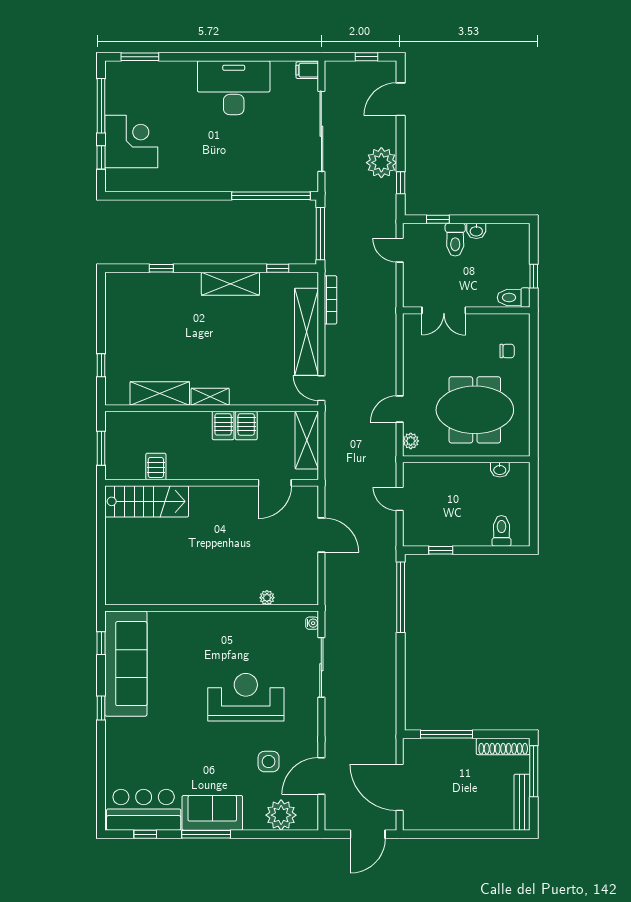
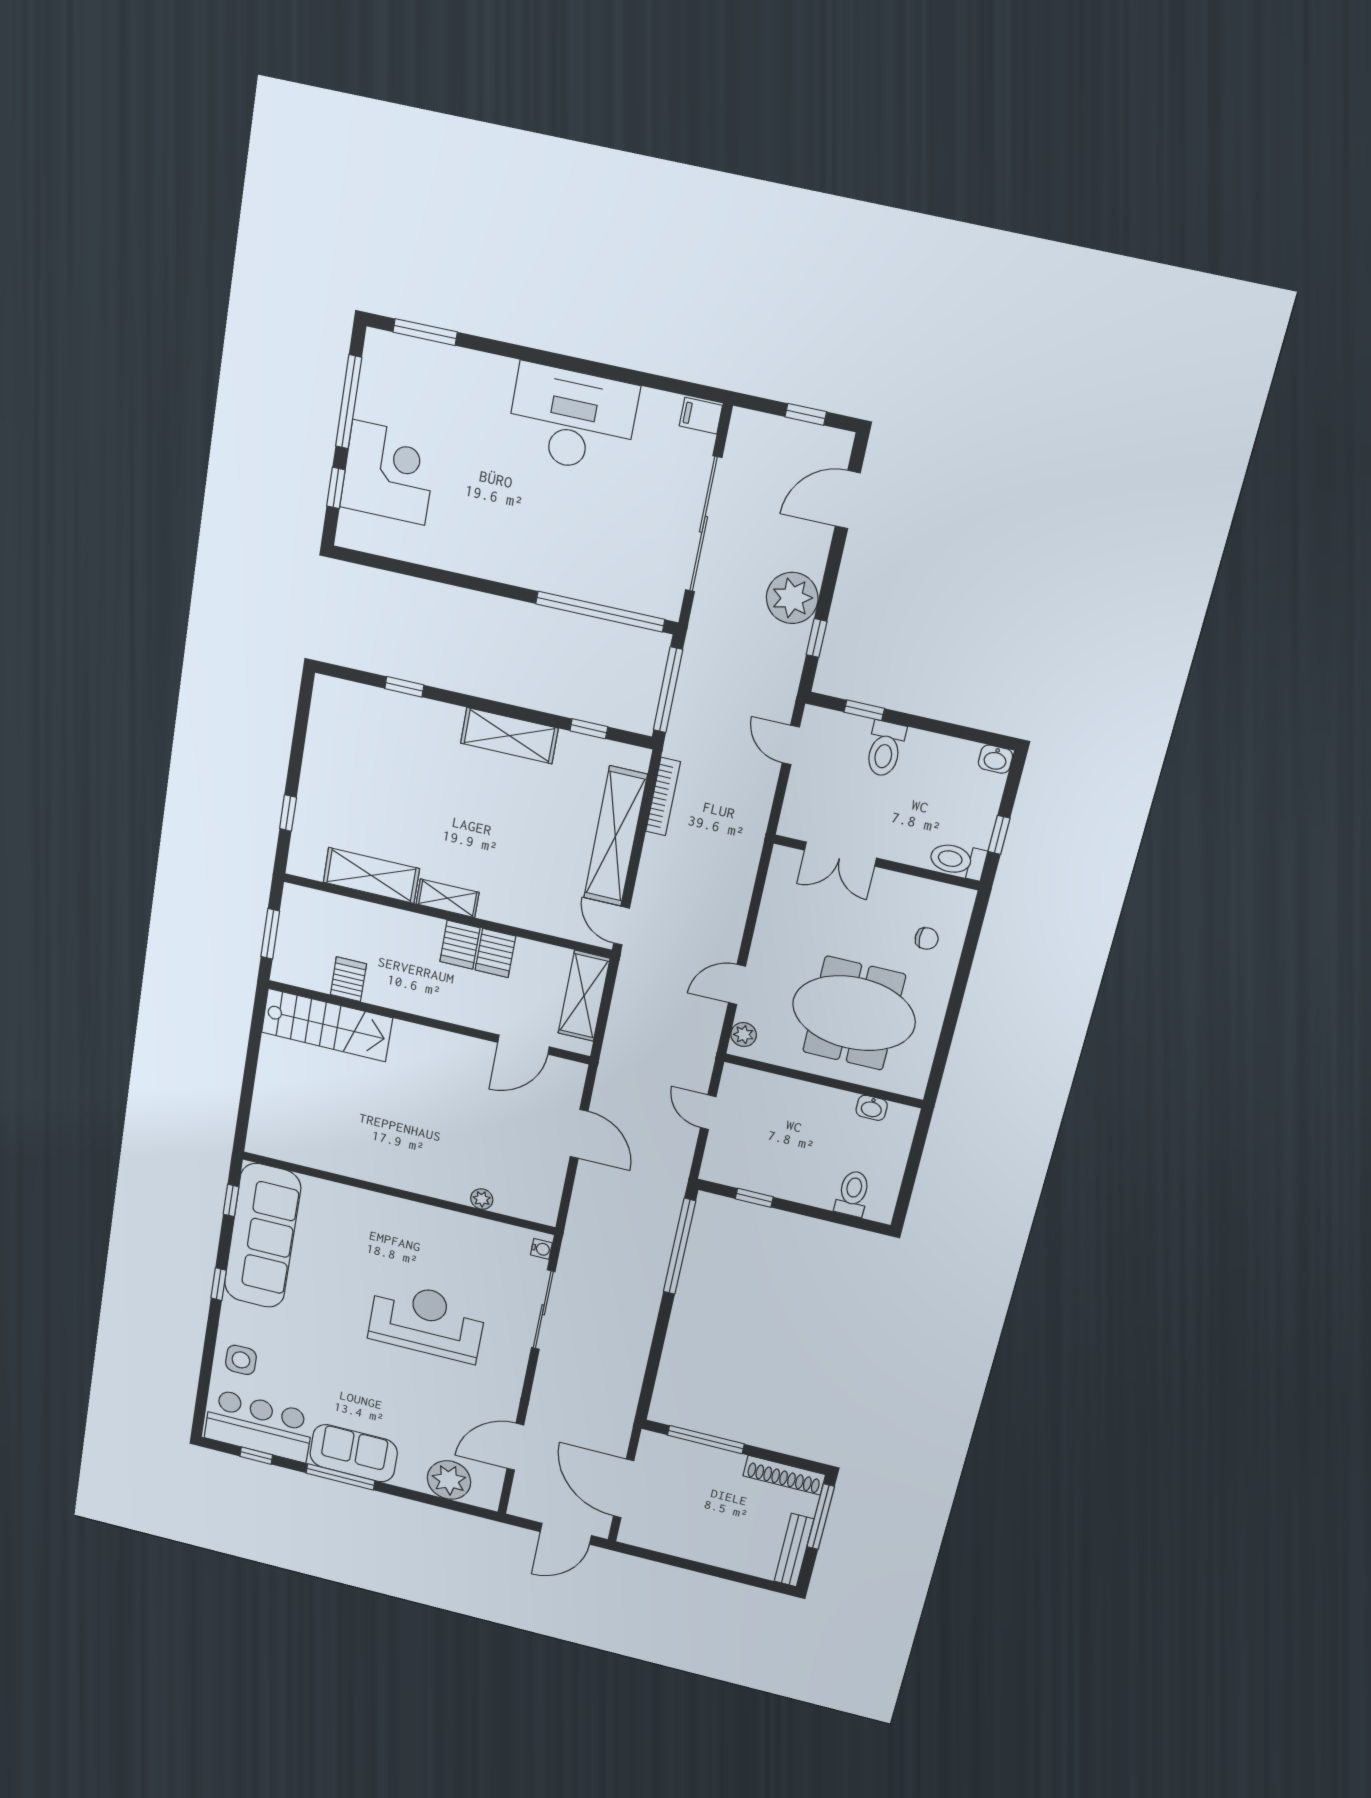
washbasin: (476, 231) -> (995, 759), moved
side table: (269, 762) -> (241, 1360), moved

